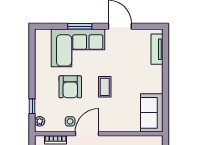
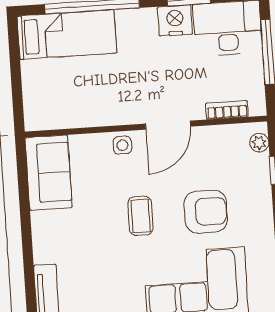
armchair: (70, 87) -> (206, 212), turned 90
side table: (70, 121) -> (122, 145), moved

